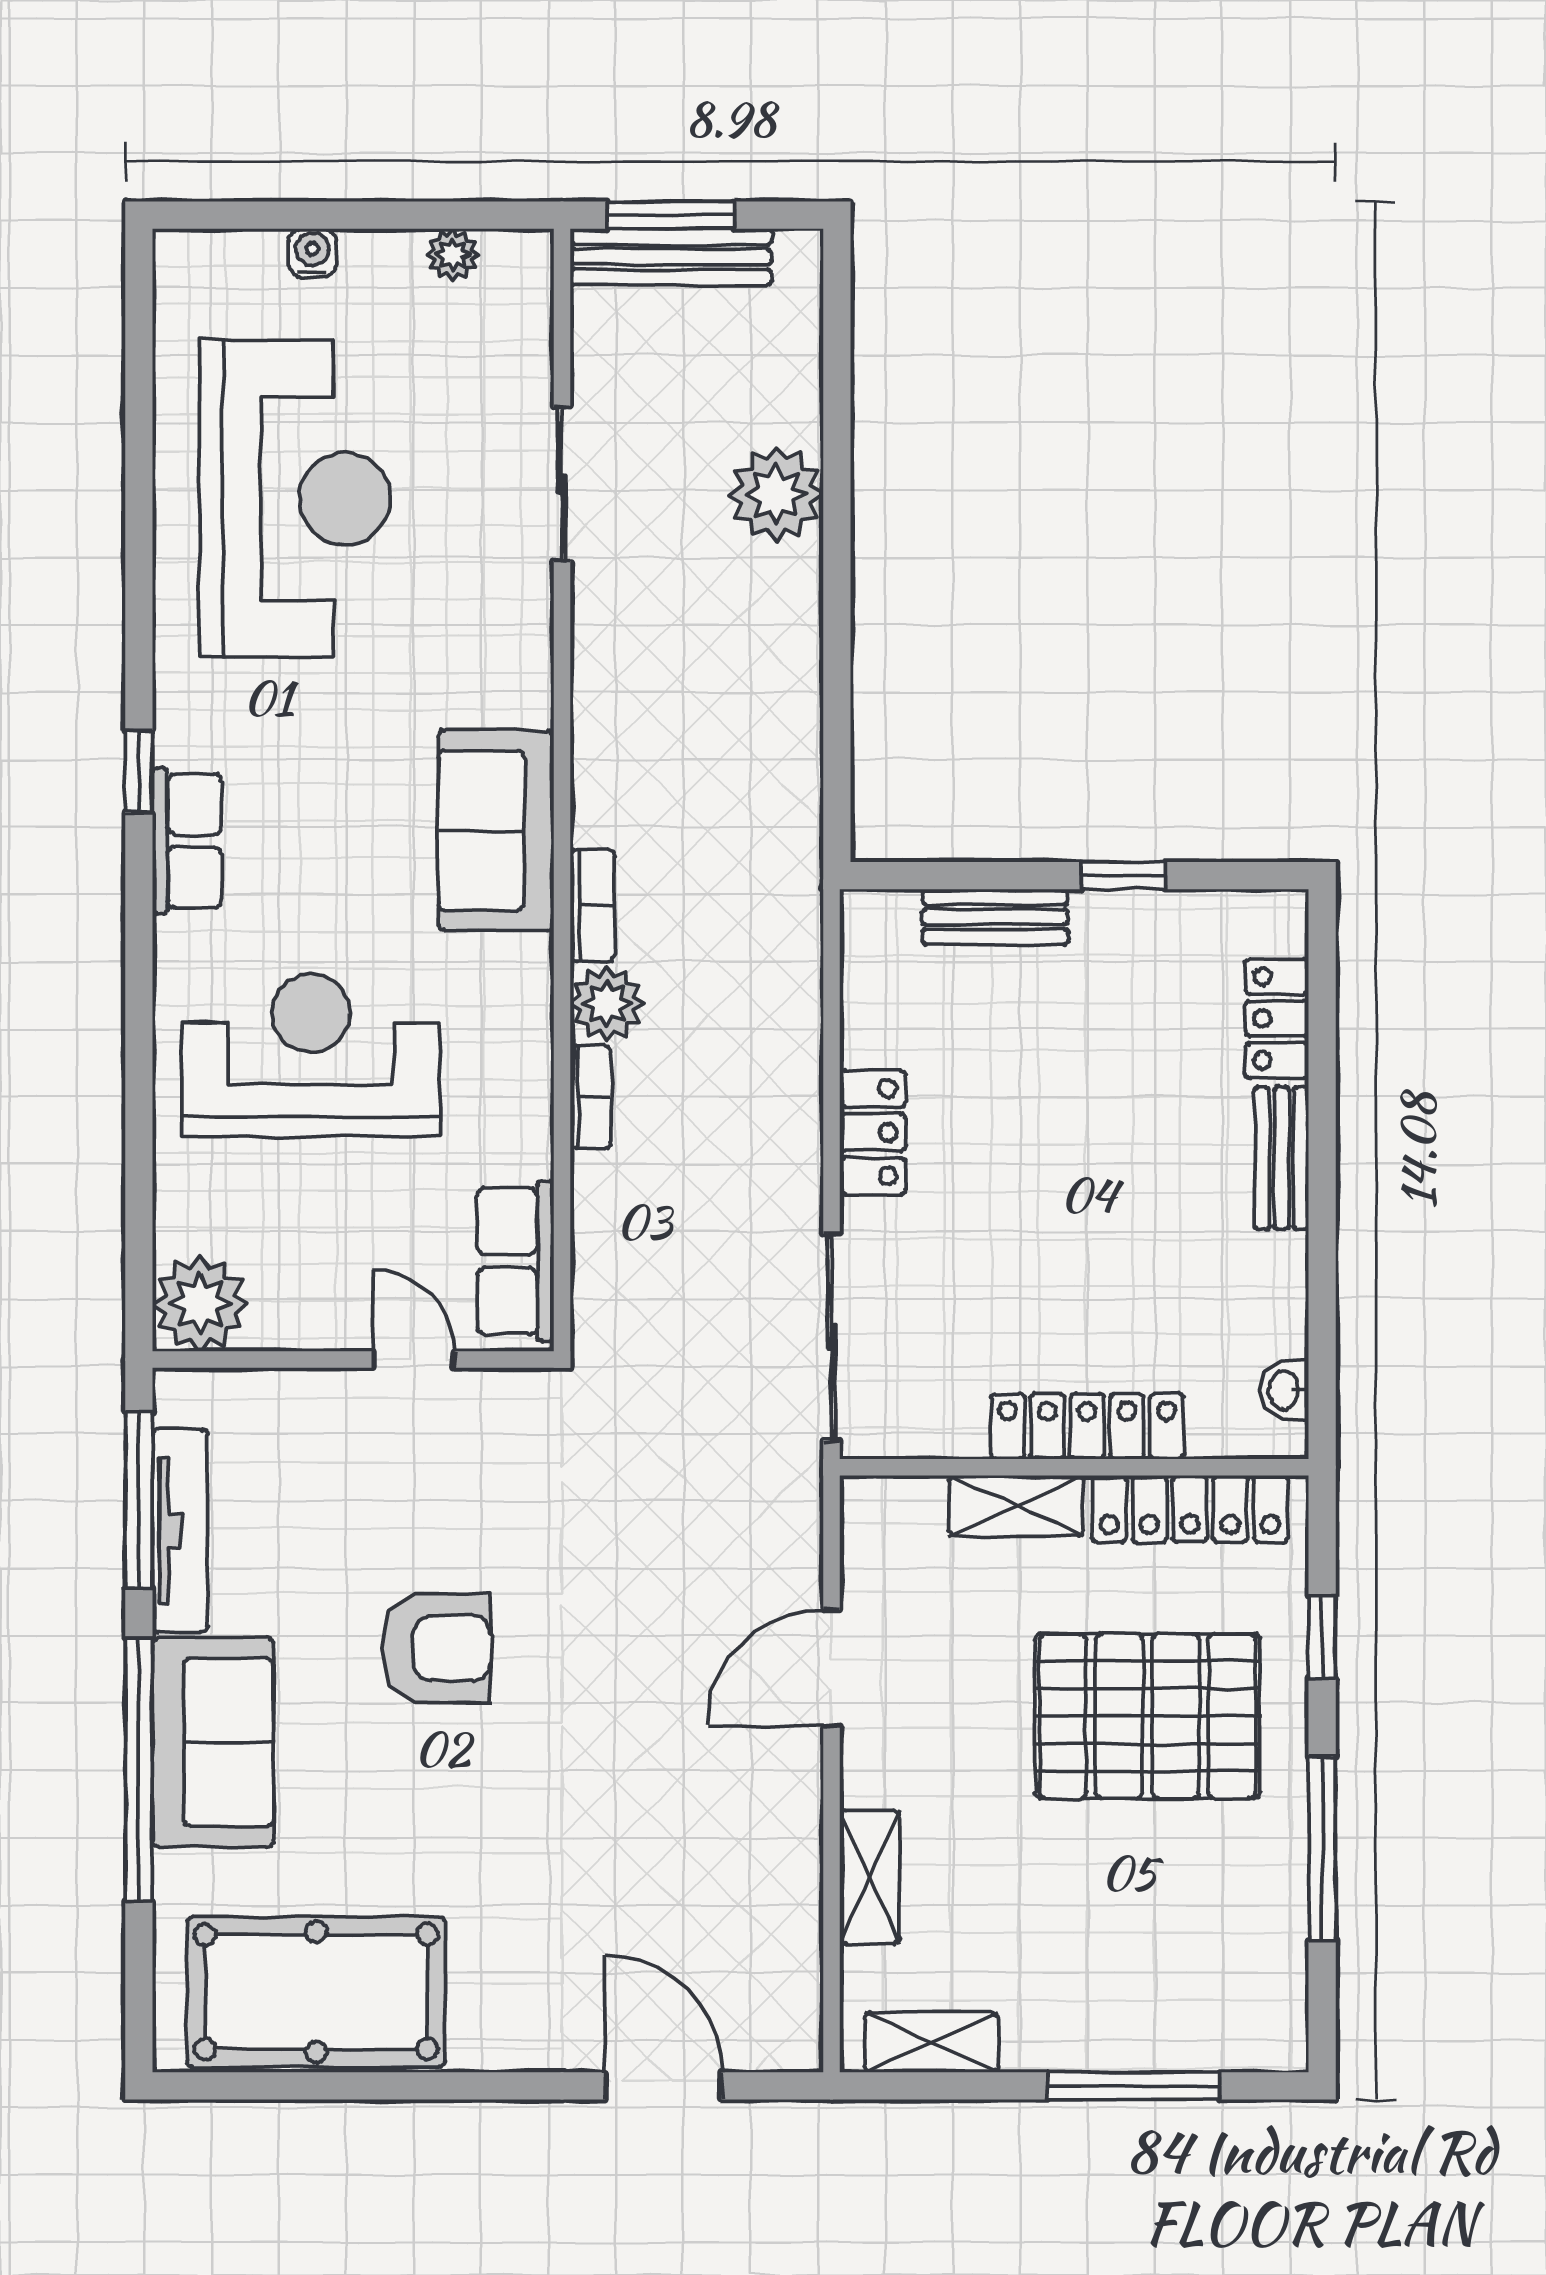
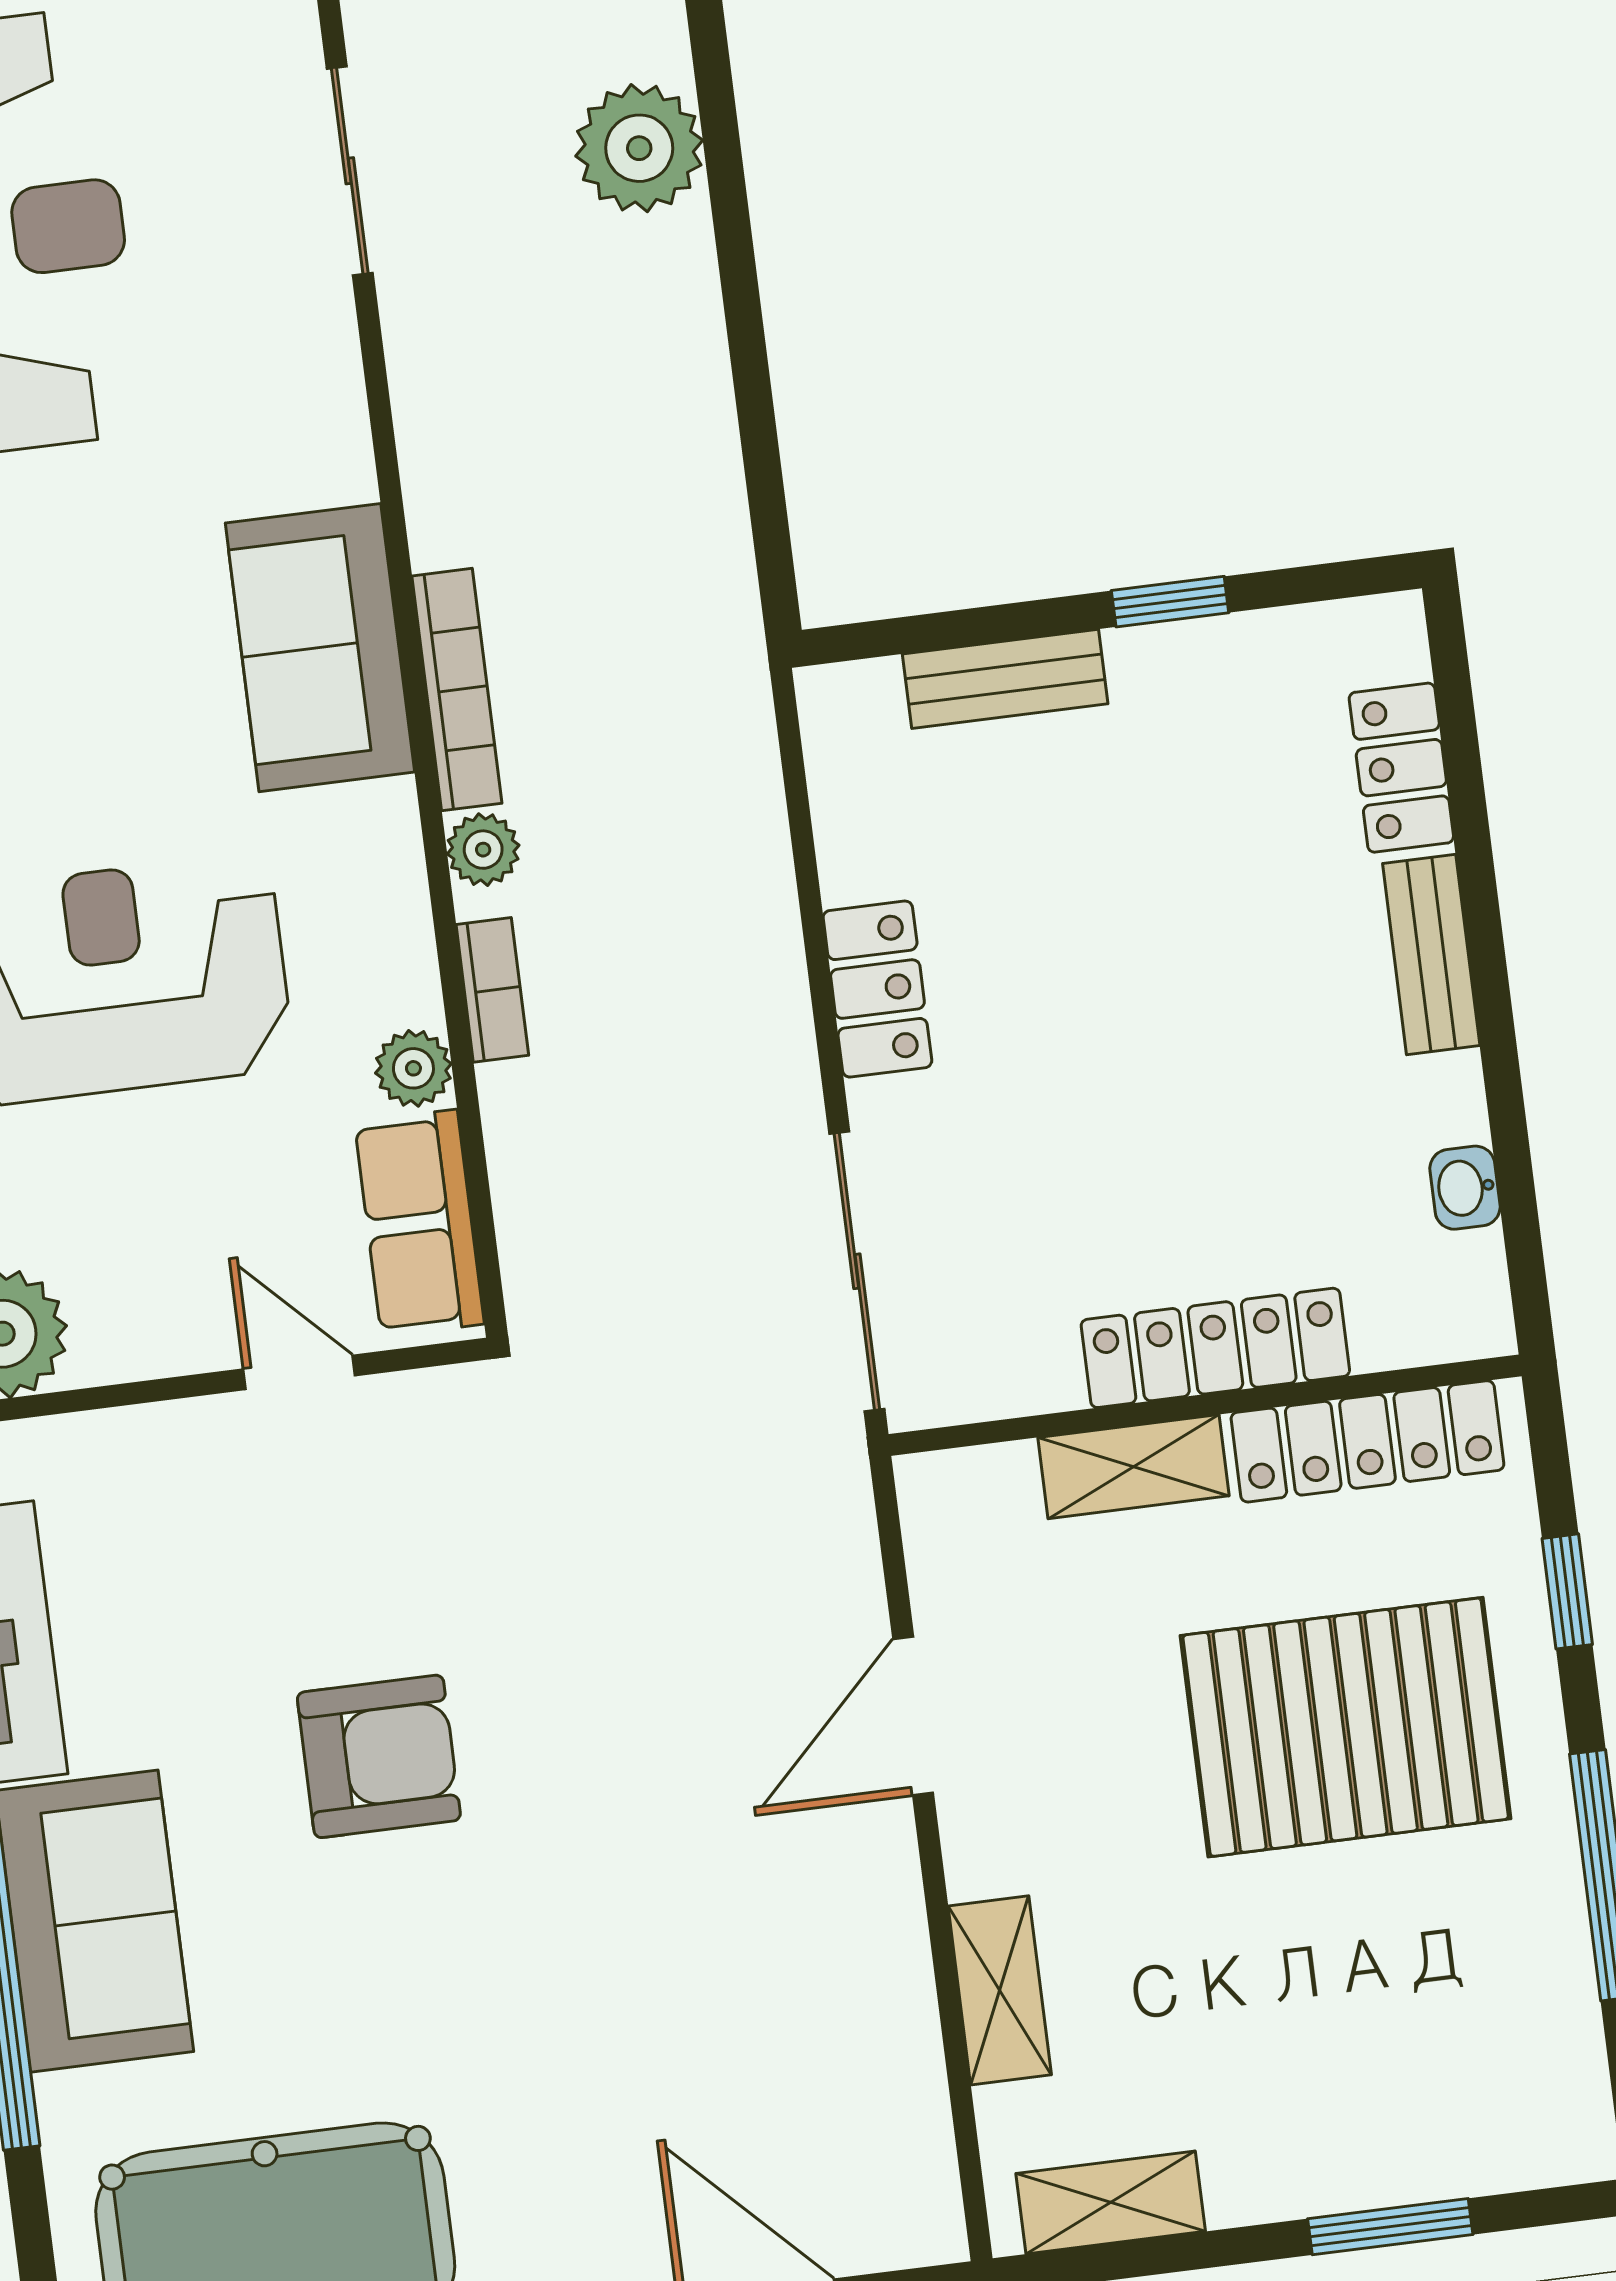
bookcase: (592, 905) -> (457, 690), width x1.56
plant: (607, 1004) -> (483, 850), width x0.73, depth x0.73
plant: (526, 1147) -> (413, 1068), added
washbasin: (1285, 1390) -> (1465, 1188), moved
window: (1134, 2086) -> (1390, 2227), width x0.69

